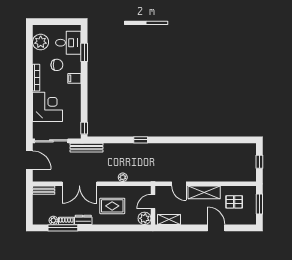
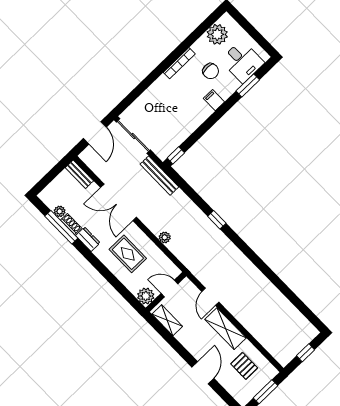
corner desk: (47, 107) -> (162, 101), removed

